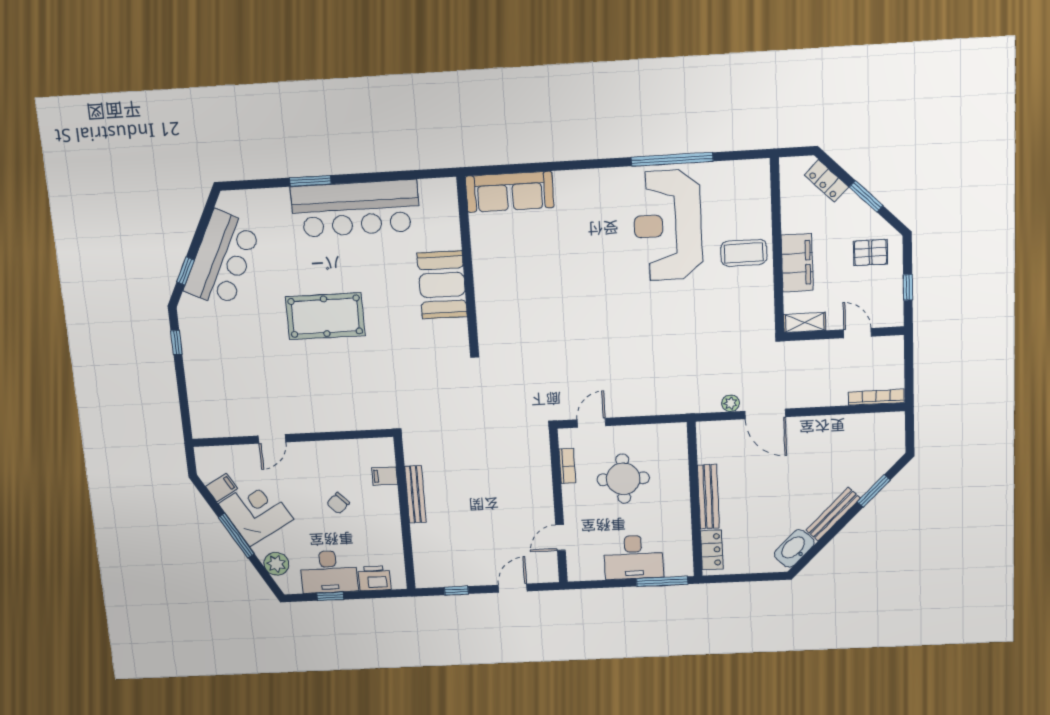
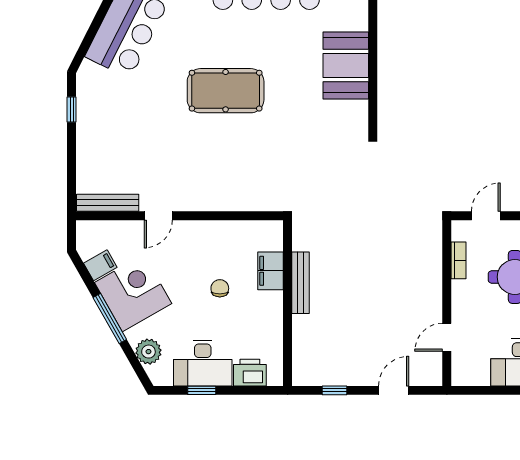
window: (185, 271) -> (90, 37), removed
bench: (222, 429) -> (108, 203), added
filing cabinet: (385, 476) -> (271, 271), width x2.00
chair: (338, 503) -> (220, 288), turned 134

